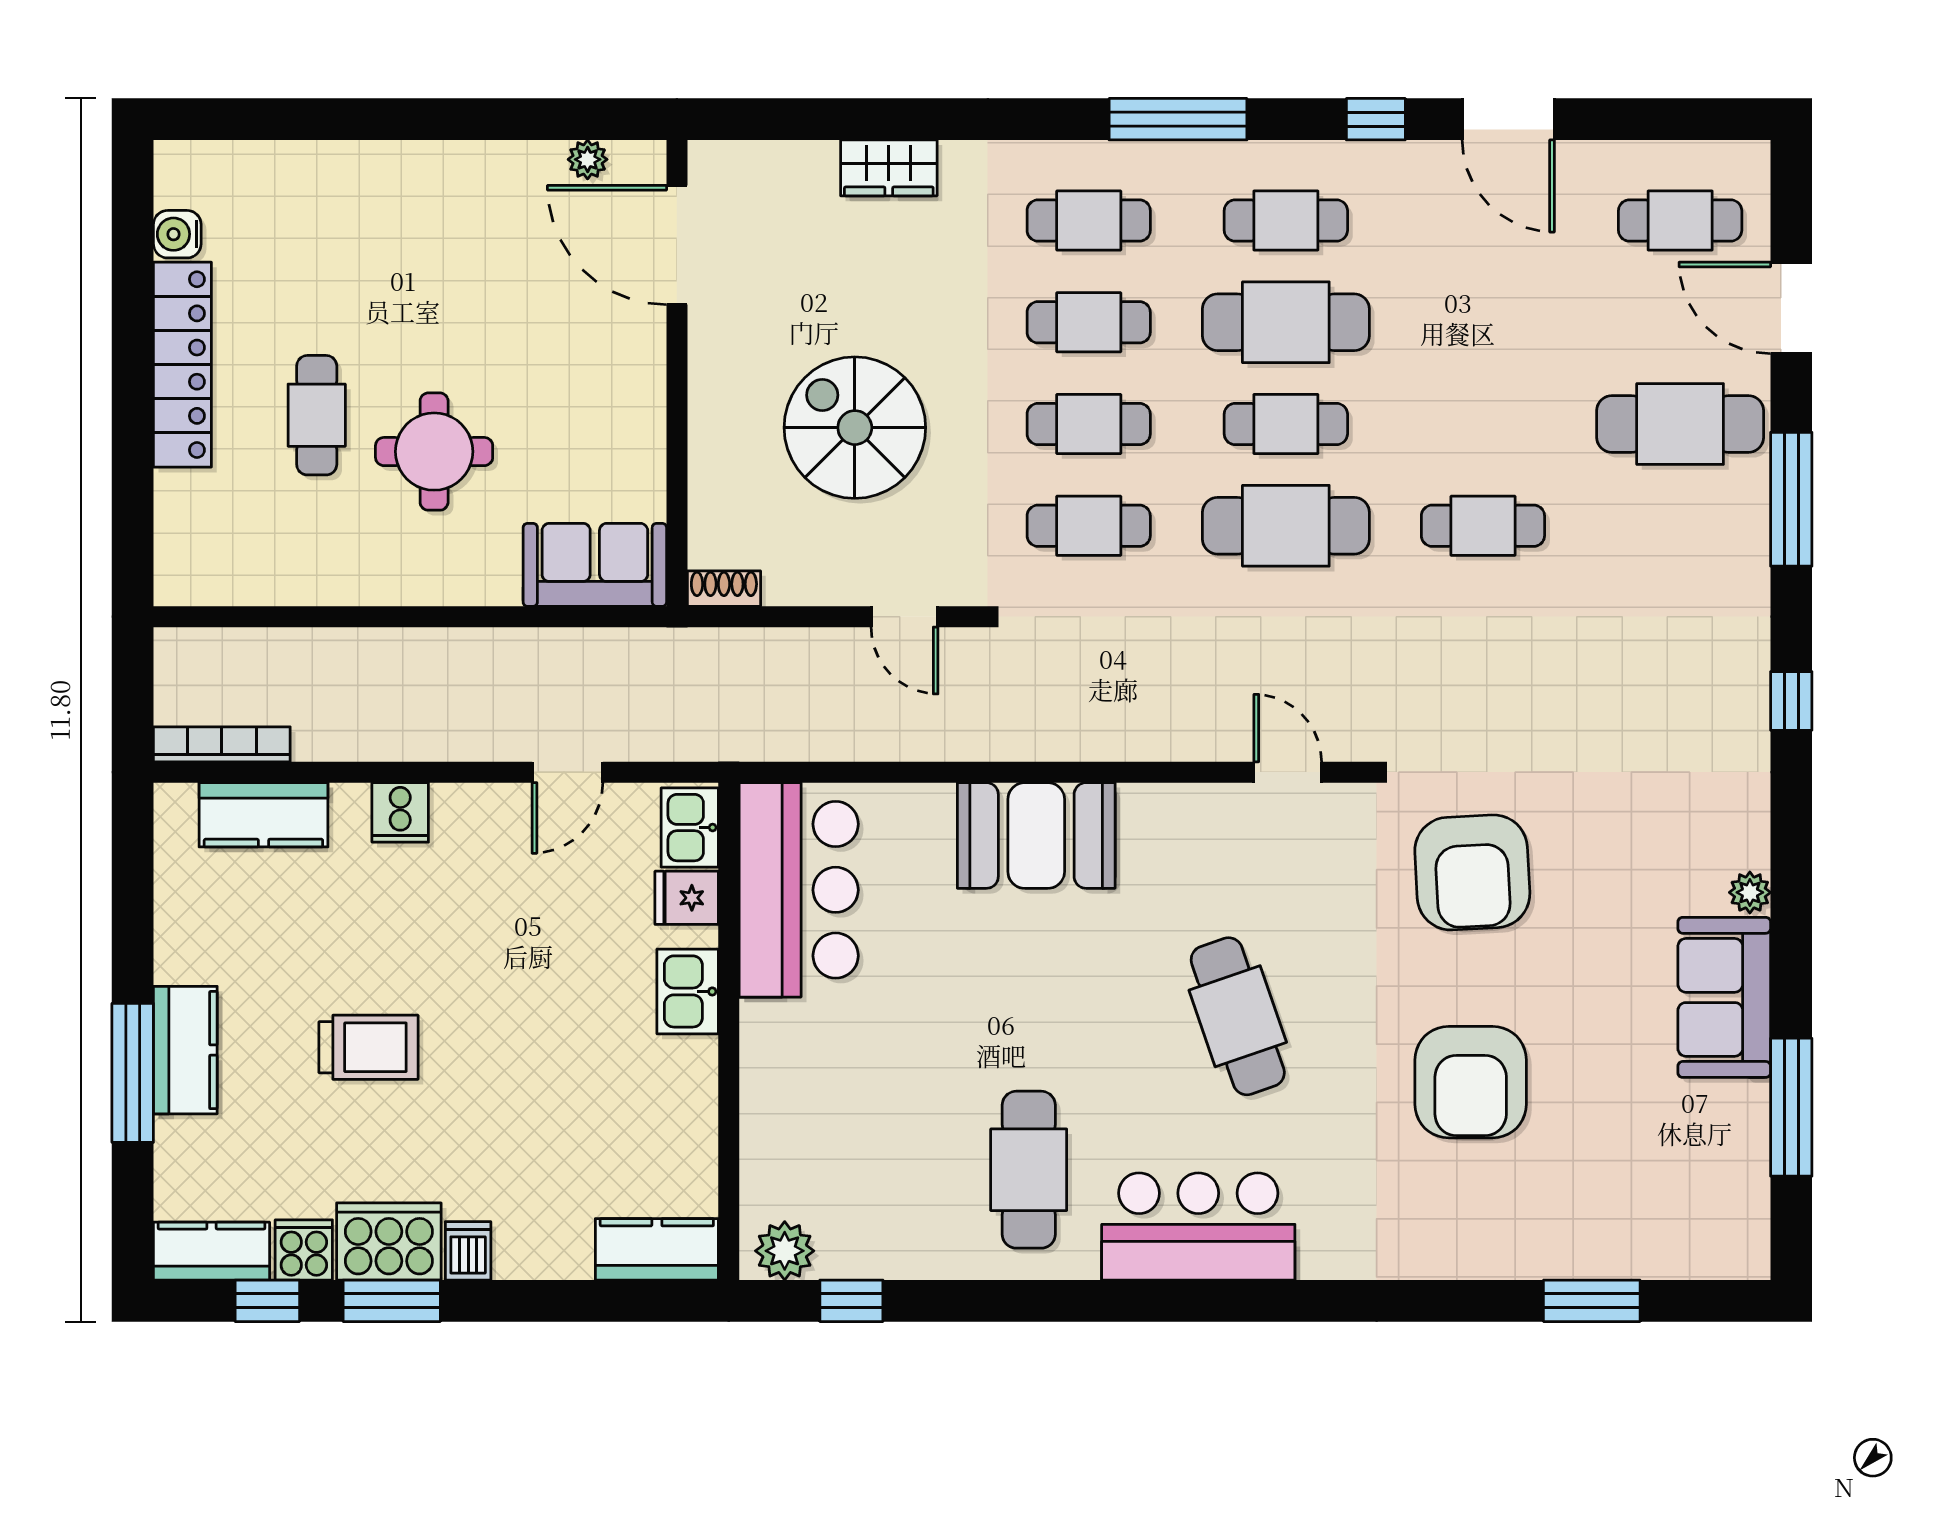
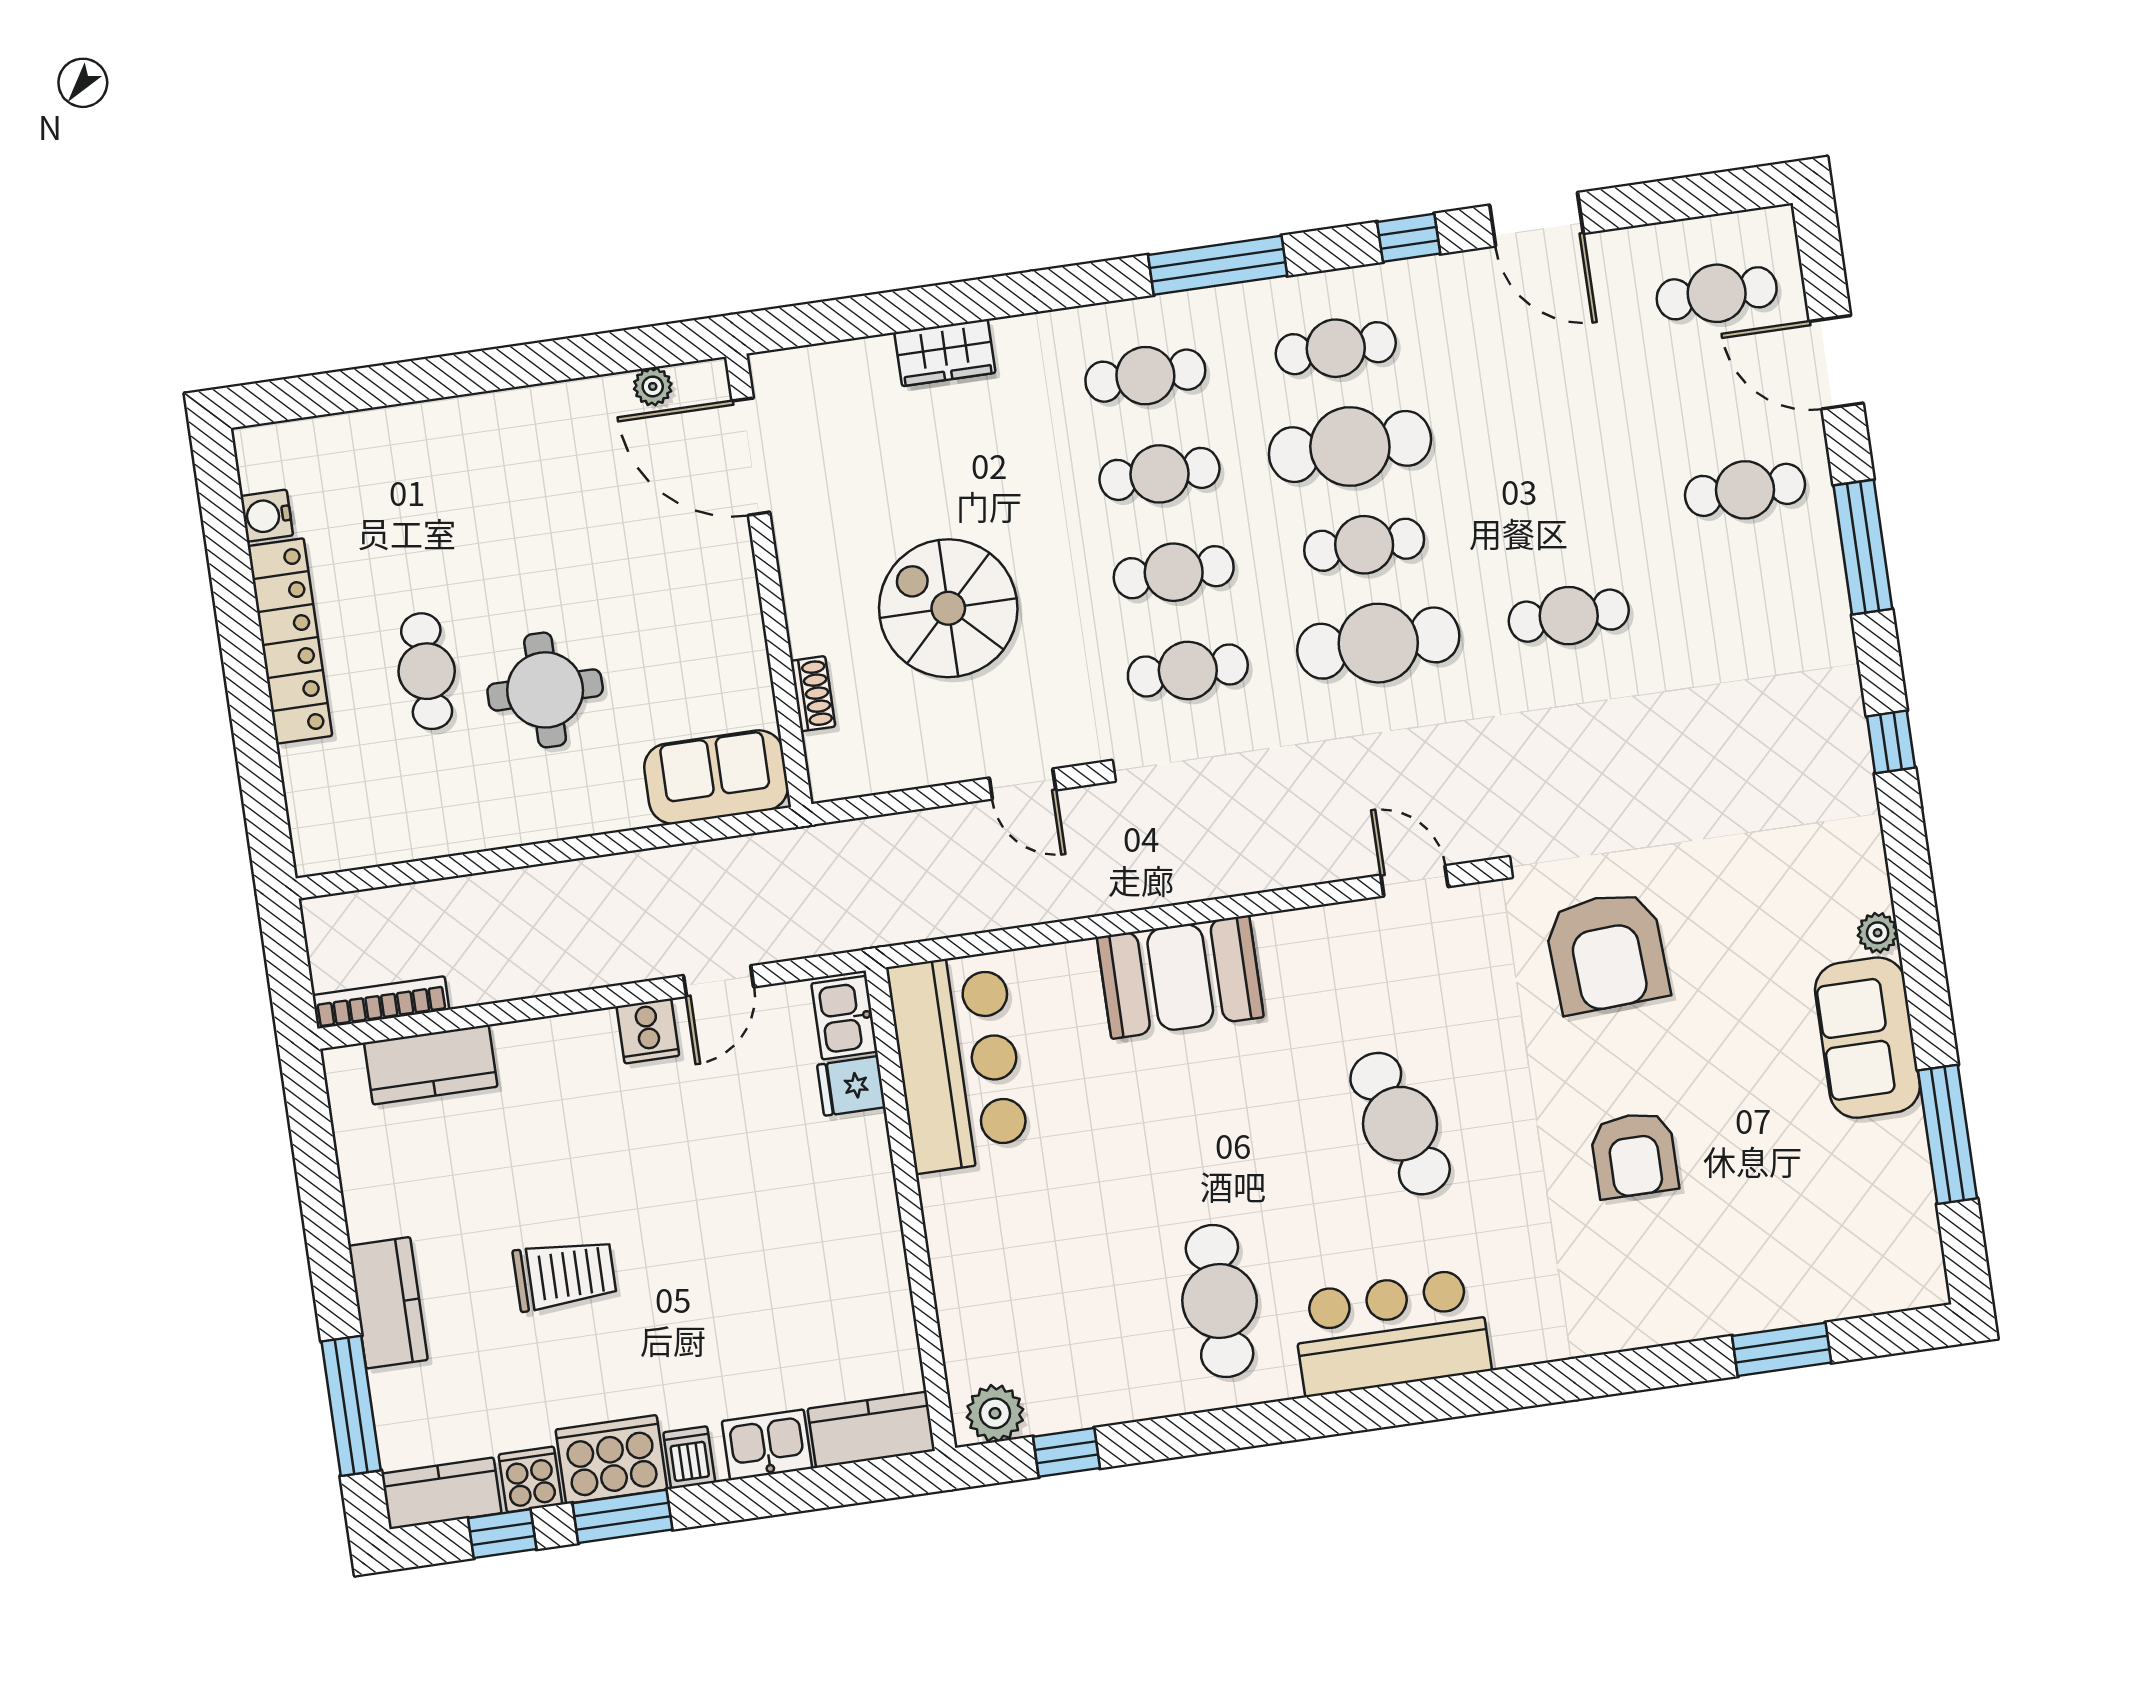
cafe table: (1680, 424) -> (1745, 490), width x0.73, depth x0.74
shoe rack: (724, 589) -> (813, 694), moved, turned 90
cooker: (400, 812) -> (648, 1031), moved
kitchen sink: (688, 991) -> (767, 1445), moved, turned 90
window: (133, 1073) -> (351, 1406), moved
armchair: (1471, 1082) -> (1634, 1155), width x0.73, depth x0.73

